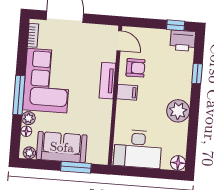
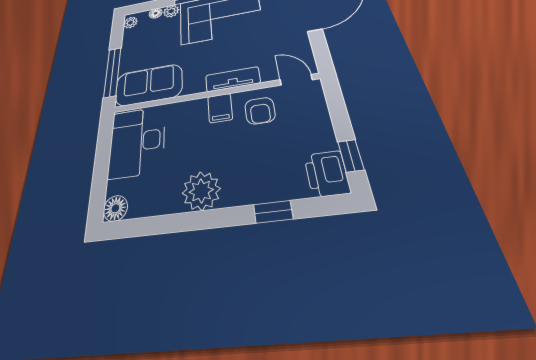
door: (119, 41) -> (296, 80), swing flipped
sofa: (62, 147) -> (149, 85), moved, turned -90
window: (76, 167) -> (112, 72), width x1.44

